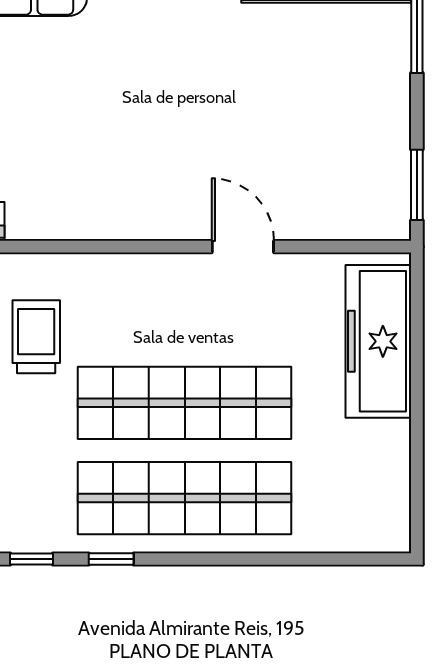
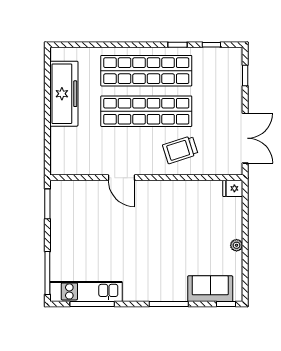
trolley: (36, 337) -> (180, 150), moved, turned 72
freezer: (378, 341) -> (64, 94), moved

